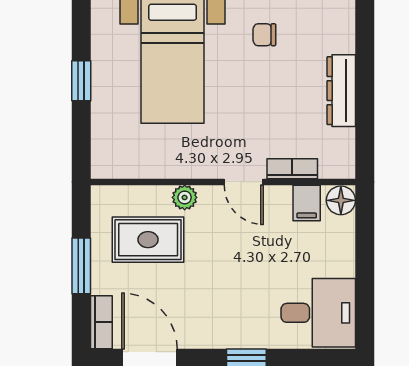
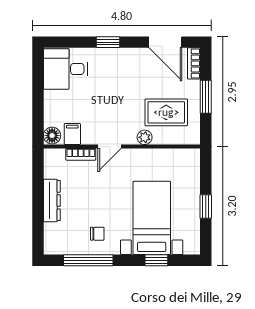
door: (244, 182) -> (110, 147), swing flipped

